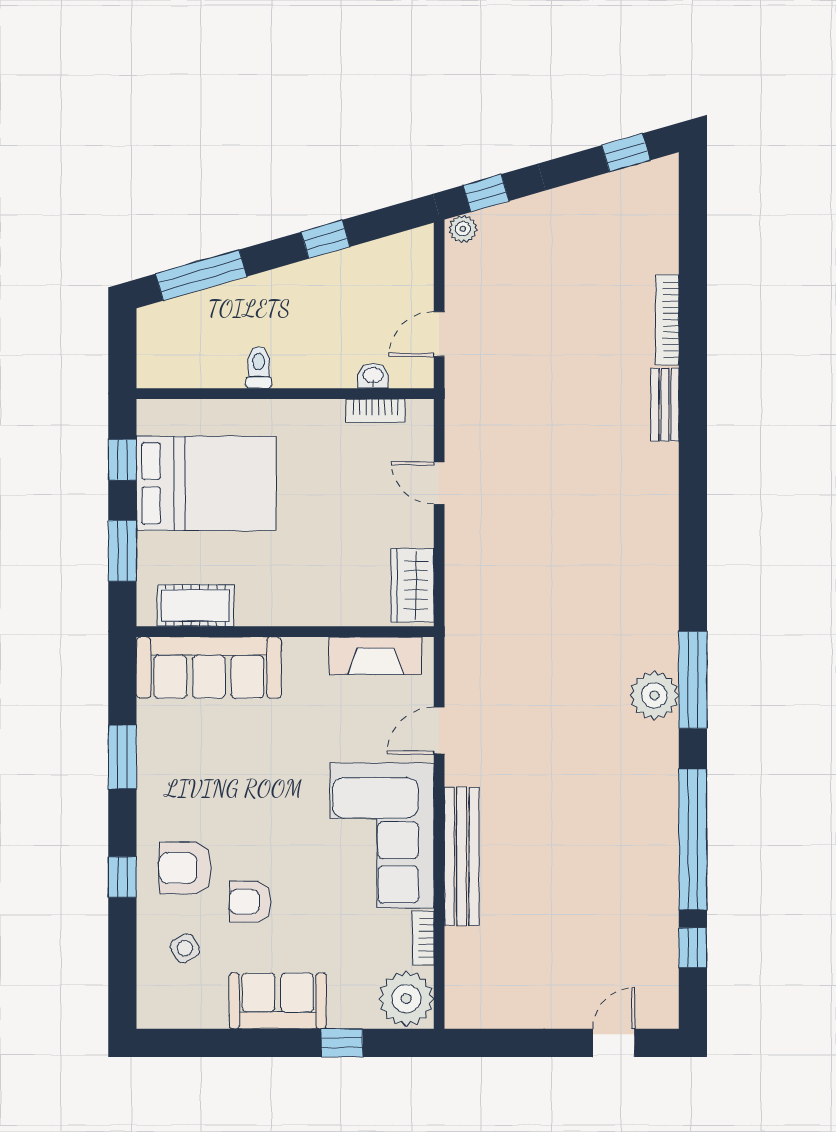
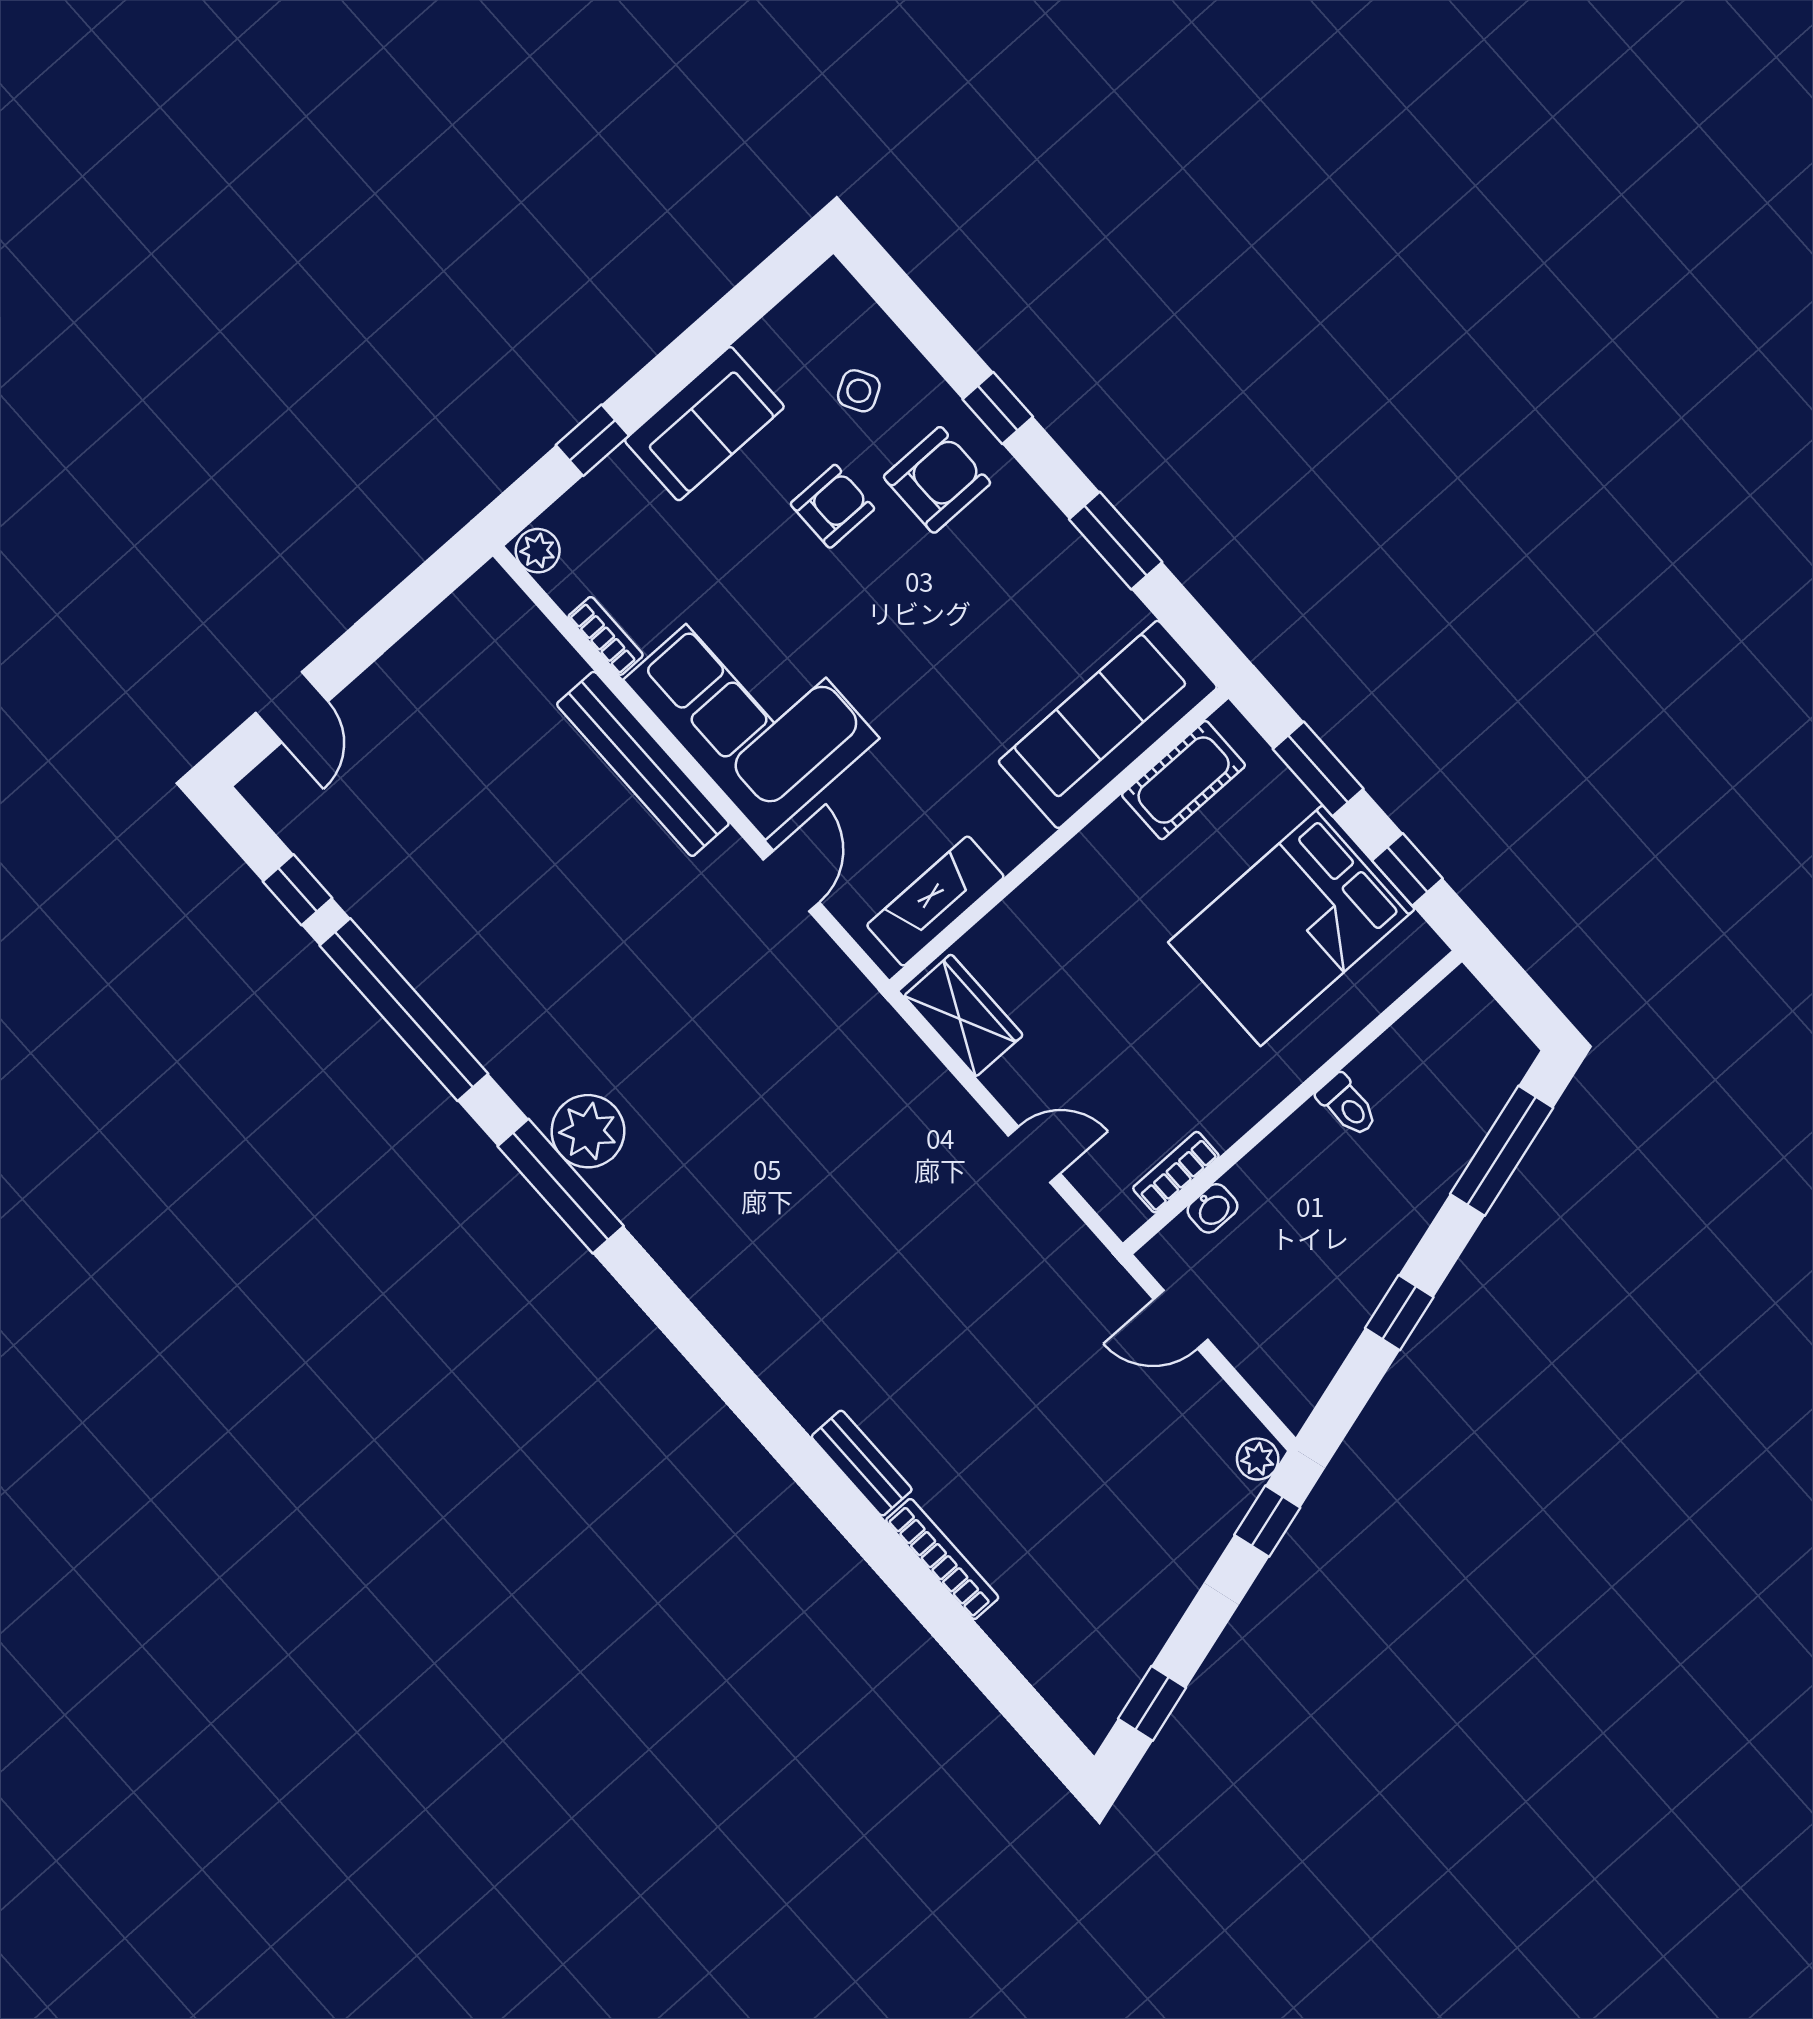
door: (439, 334) -> (1181, 1319), swing flipped
plant: (406, 999) -> (538, 551), width x0.53, depth x0.53

